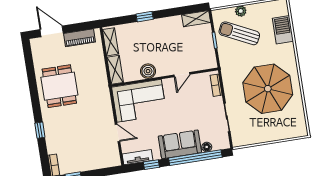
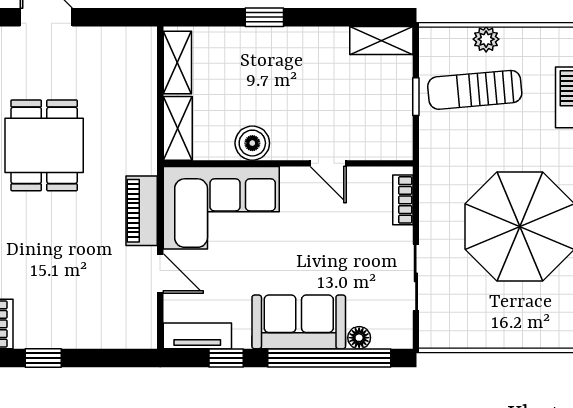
sun lounger: (239, 33) -> (475, 90), turned -31
piano: (79, 38) -> (142, 211), moved, turned 90
door: (182, 75) -> (328, 163), hinge flipped

